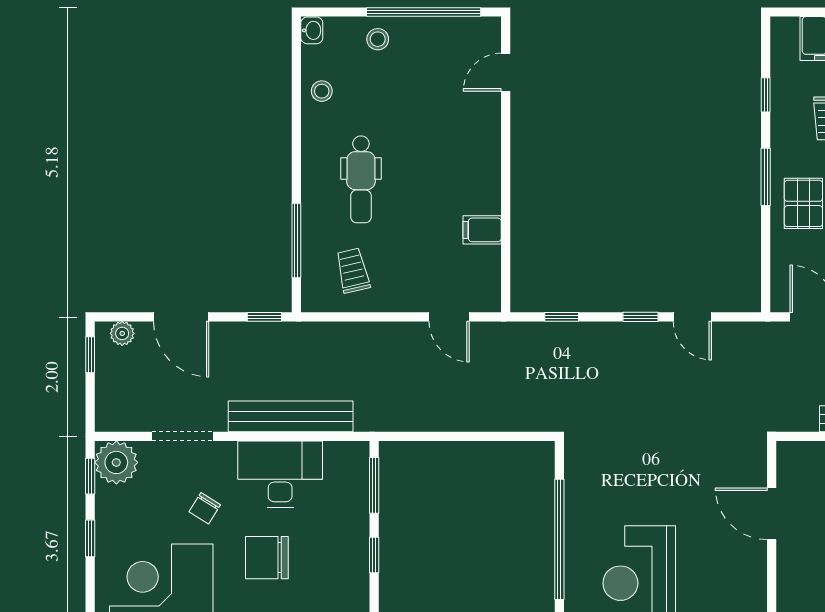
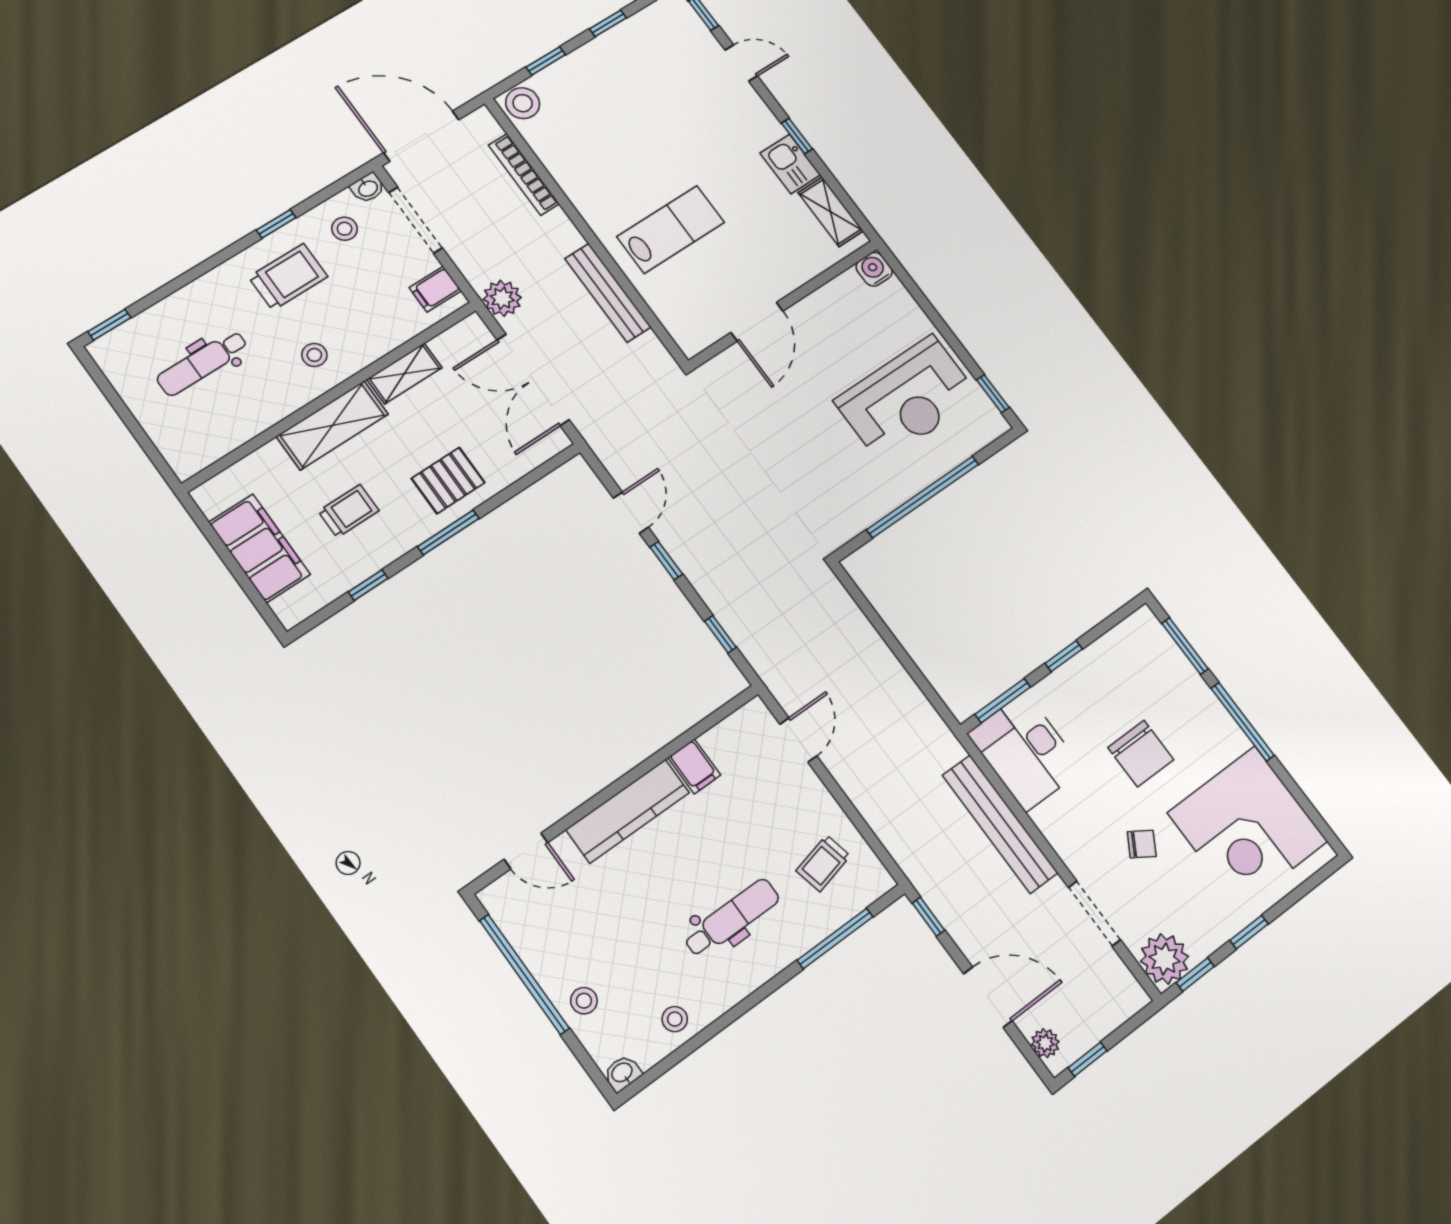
kitchen counter: (484, 161) -> (628, 811), added
door: (181, 317) -> (988, 997), hinge flipped
desk: (280, 474) -> (1025, 751), moved

